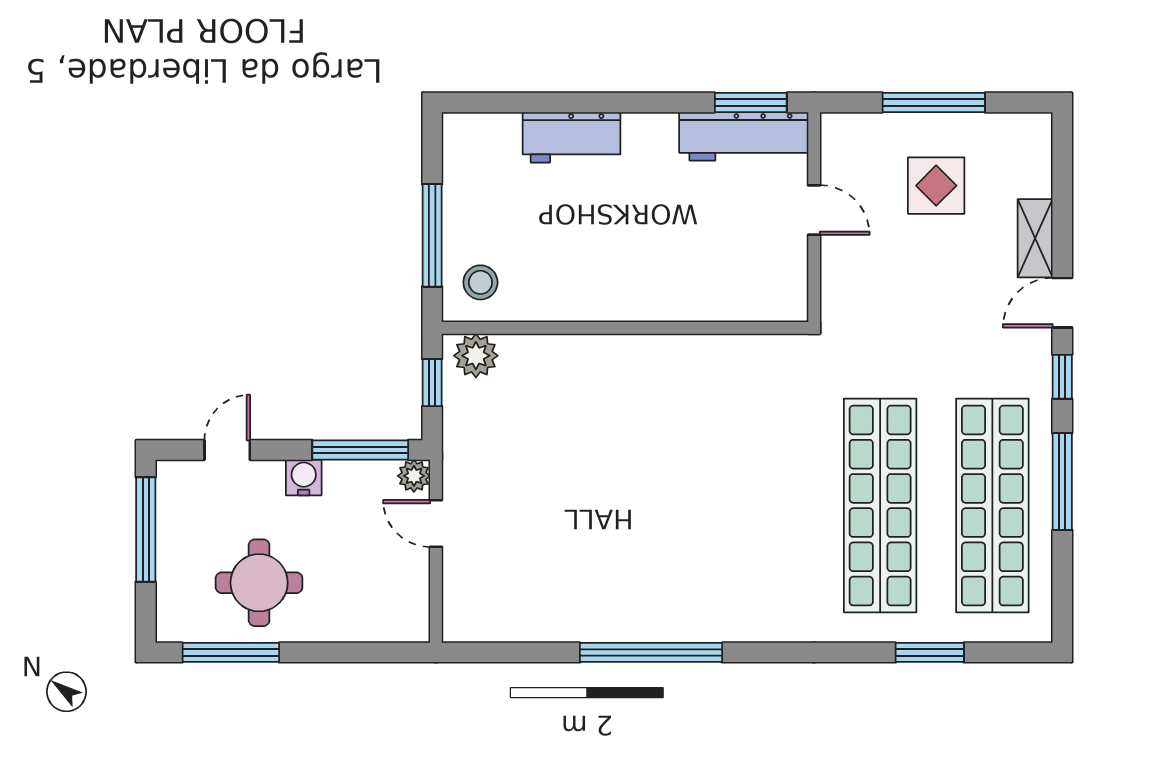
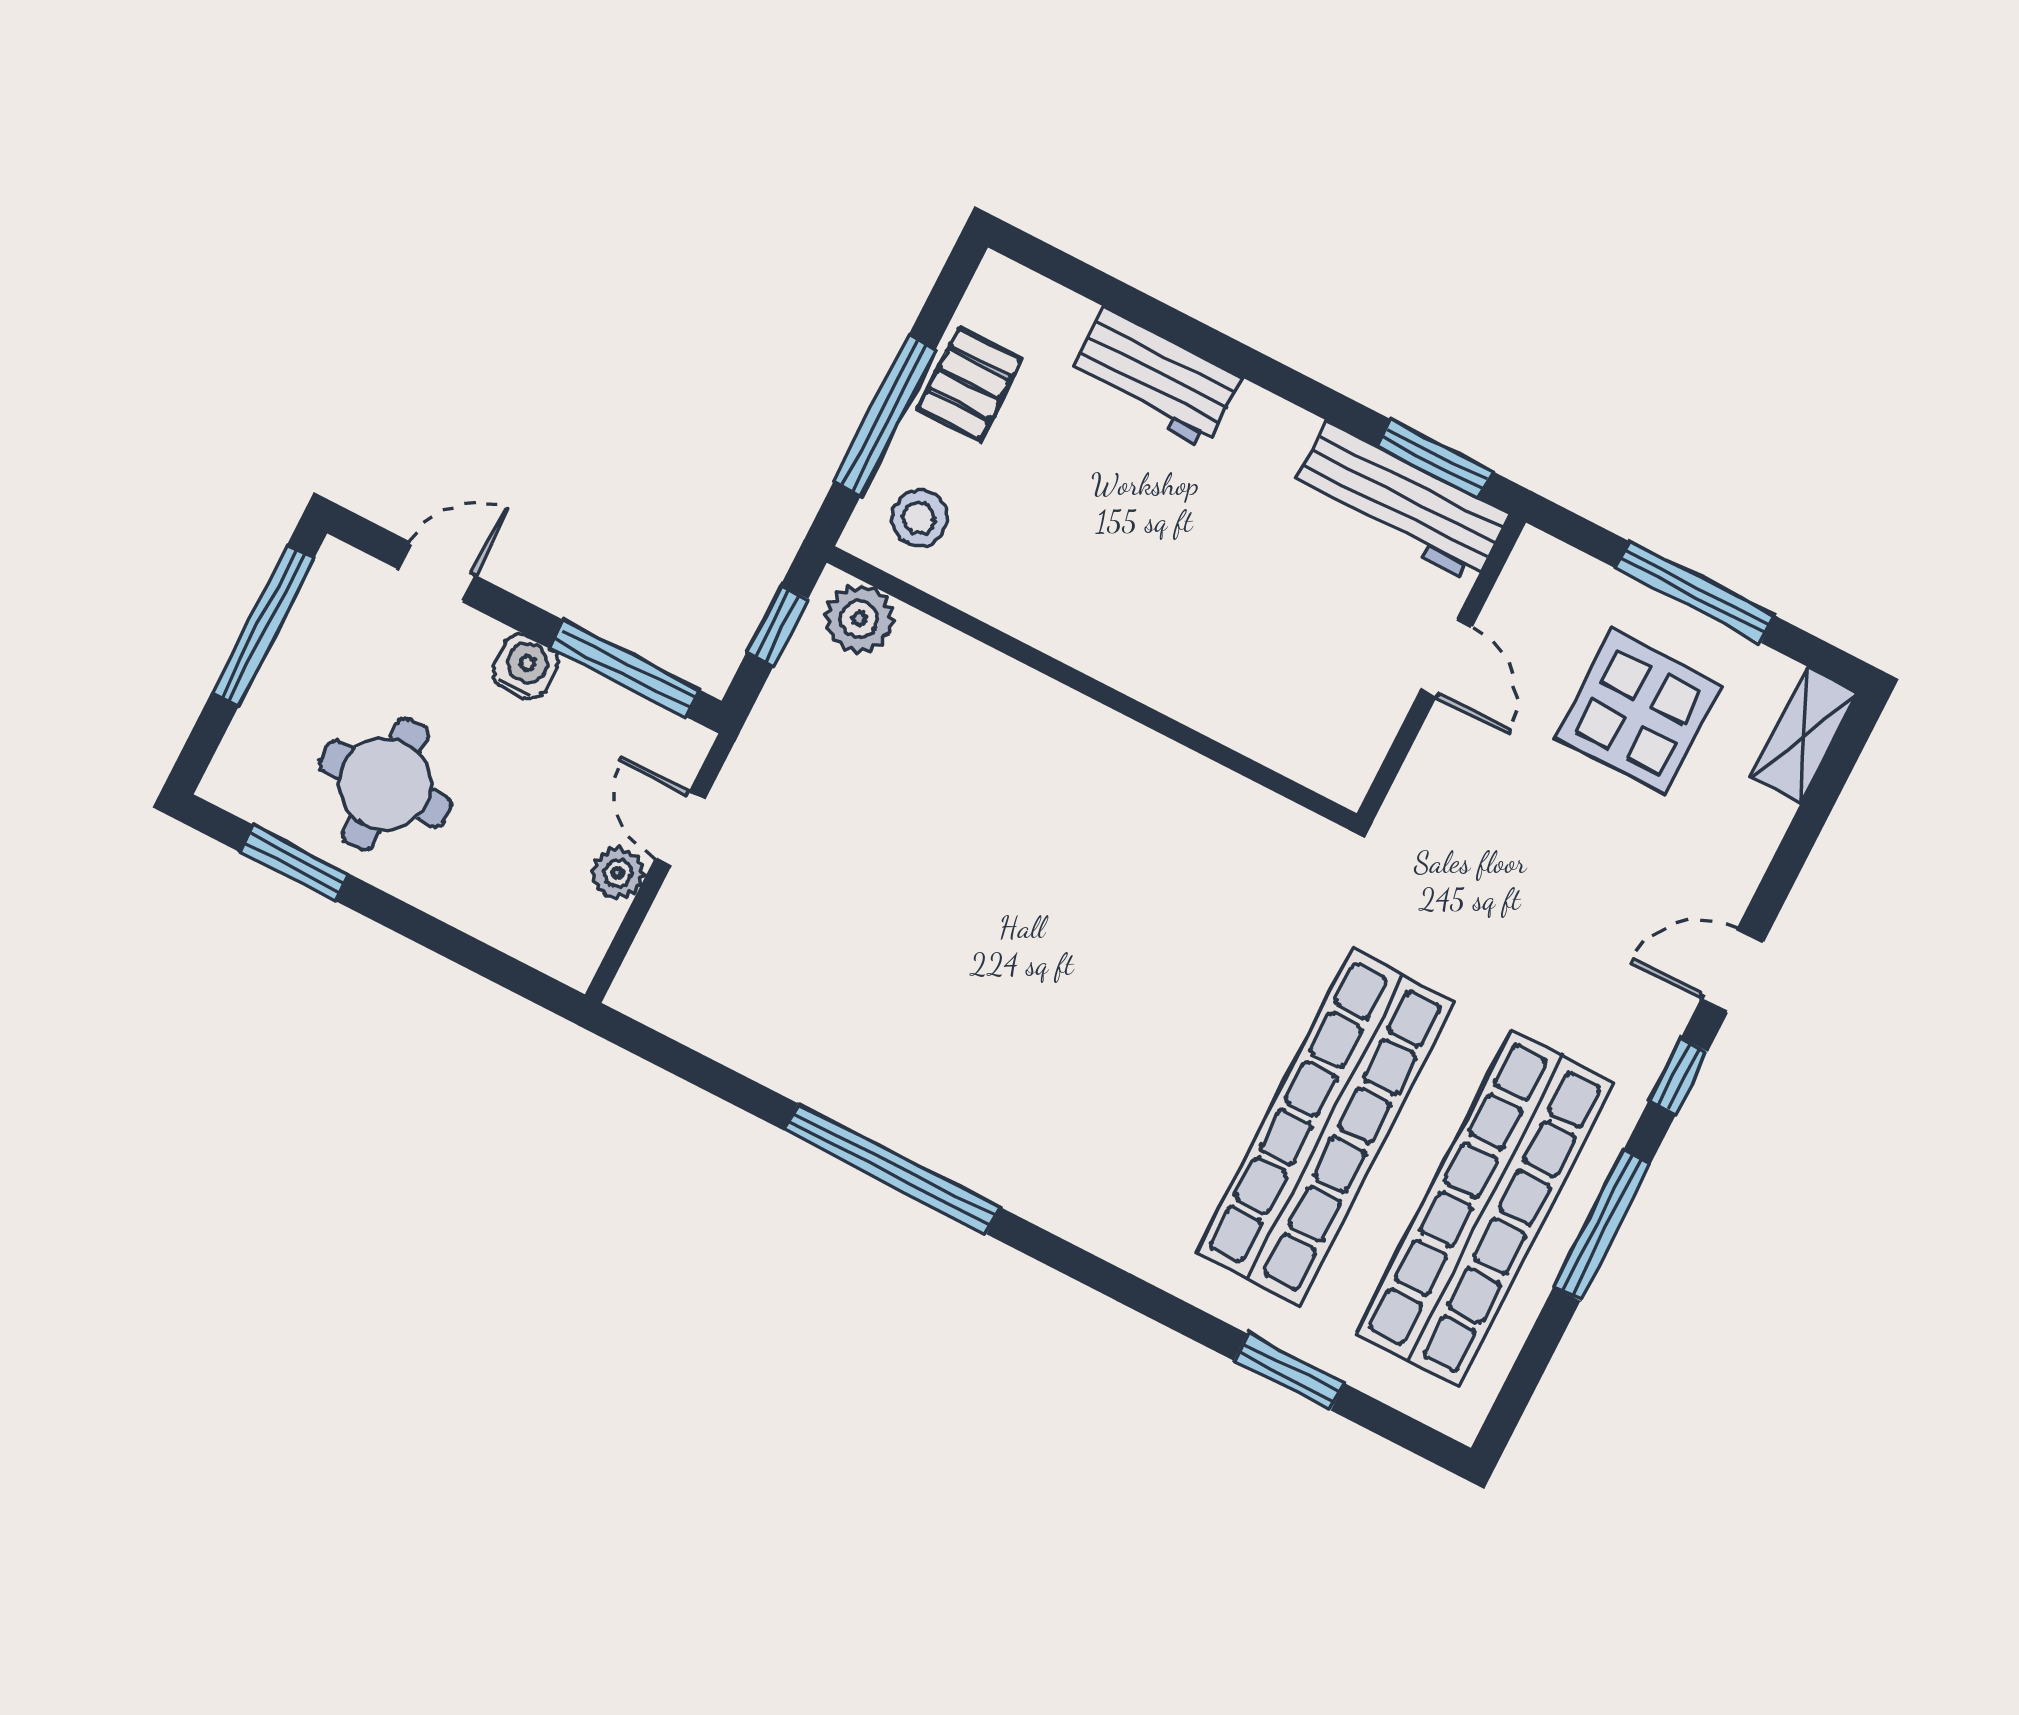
display table: (936, 186) -> (1638, 712), width x1.36, depth x1.36
pallet: (470, 193) -> (969, 384), added
shelving: (1035, 238) -> (1804, 735), moved
plant: (414, 476) -> (618, 873), moved
window: (231, 652) -> (294, 863), width x0.69

